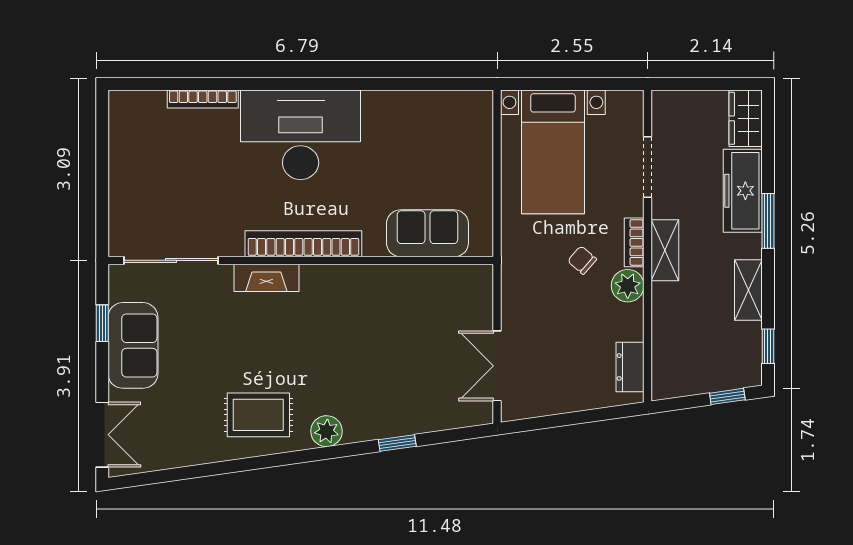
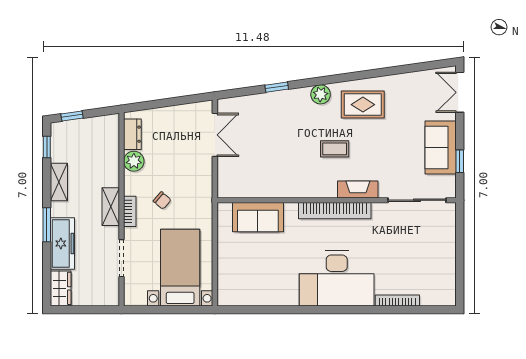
plant: (628, 286) -> (134, 161), moved
coffee table: (304, 343) -> (335, 149), added

